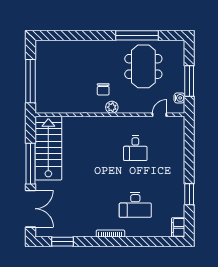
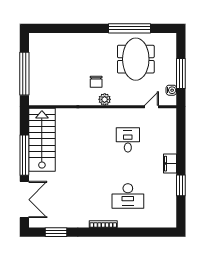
desk: (135, 148) -> (128, 140), turned 180
filing cabinet: (178, 227) -> (170, 164), moved

